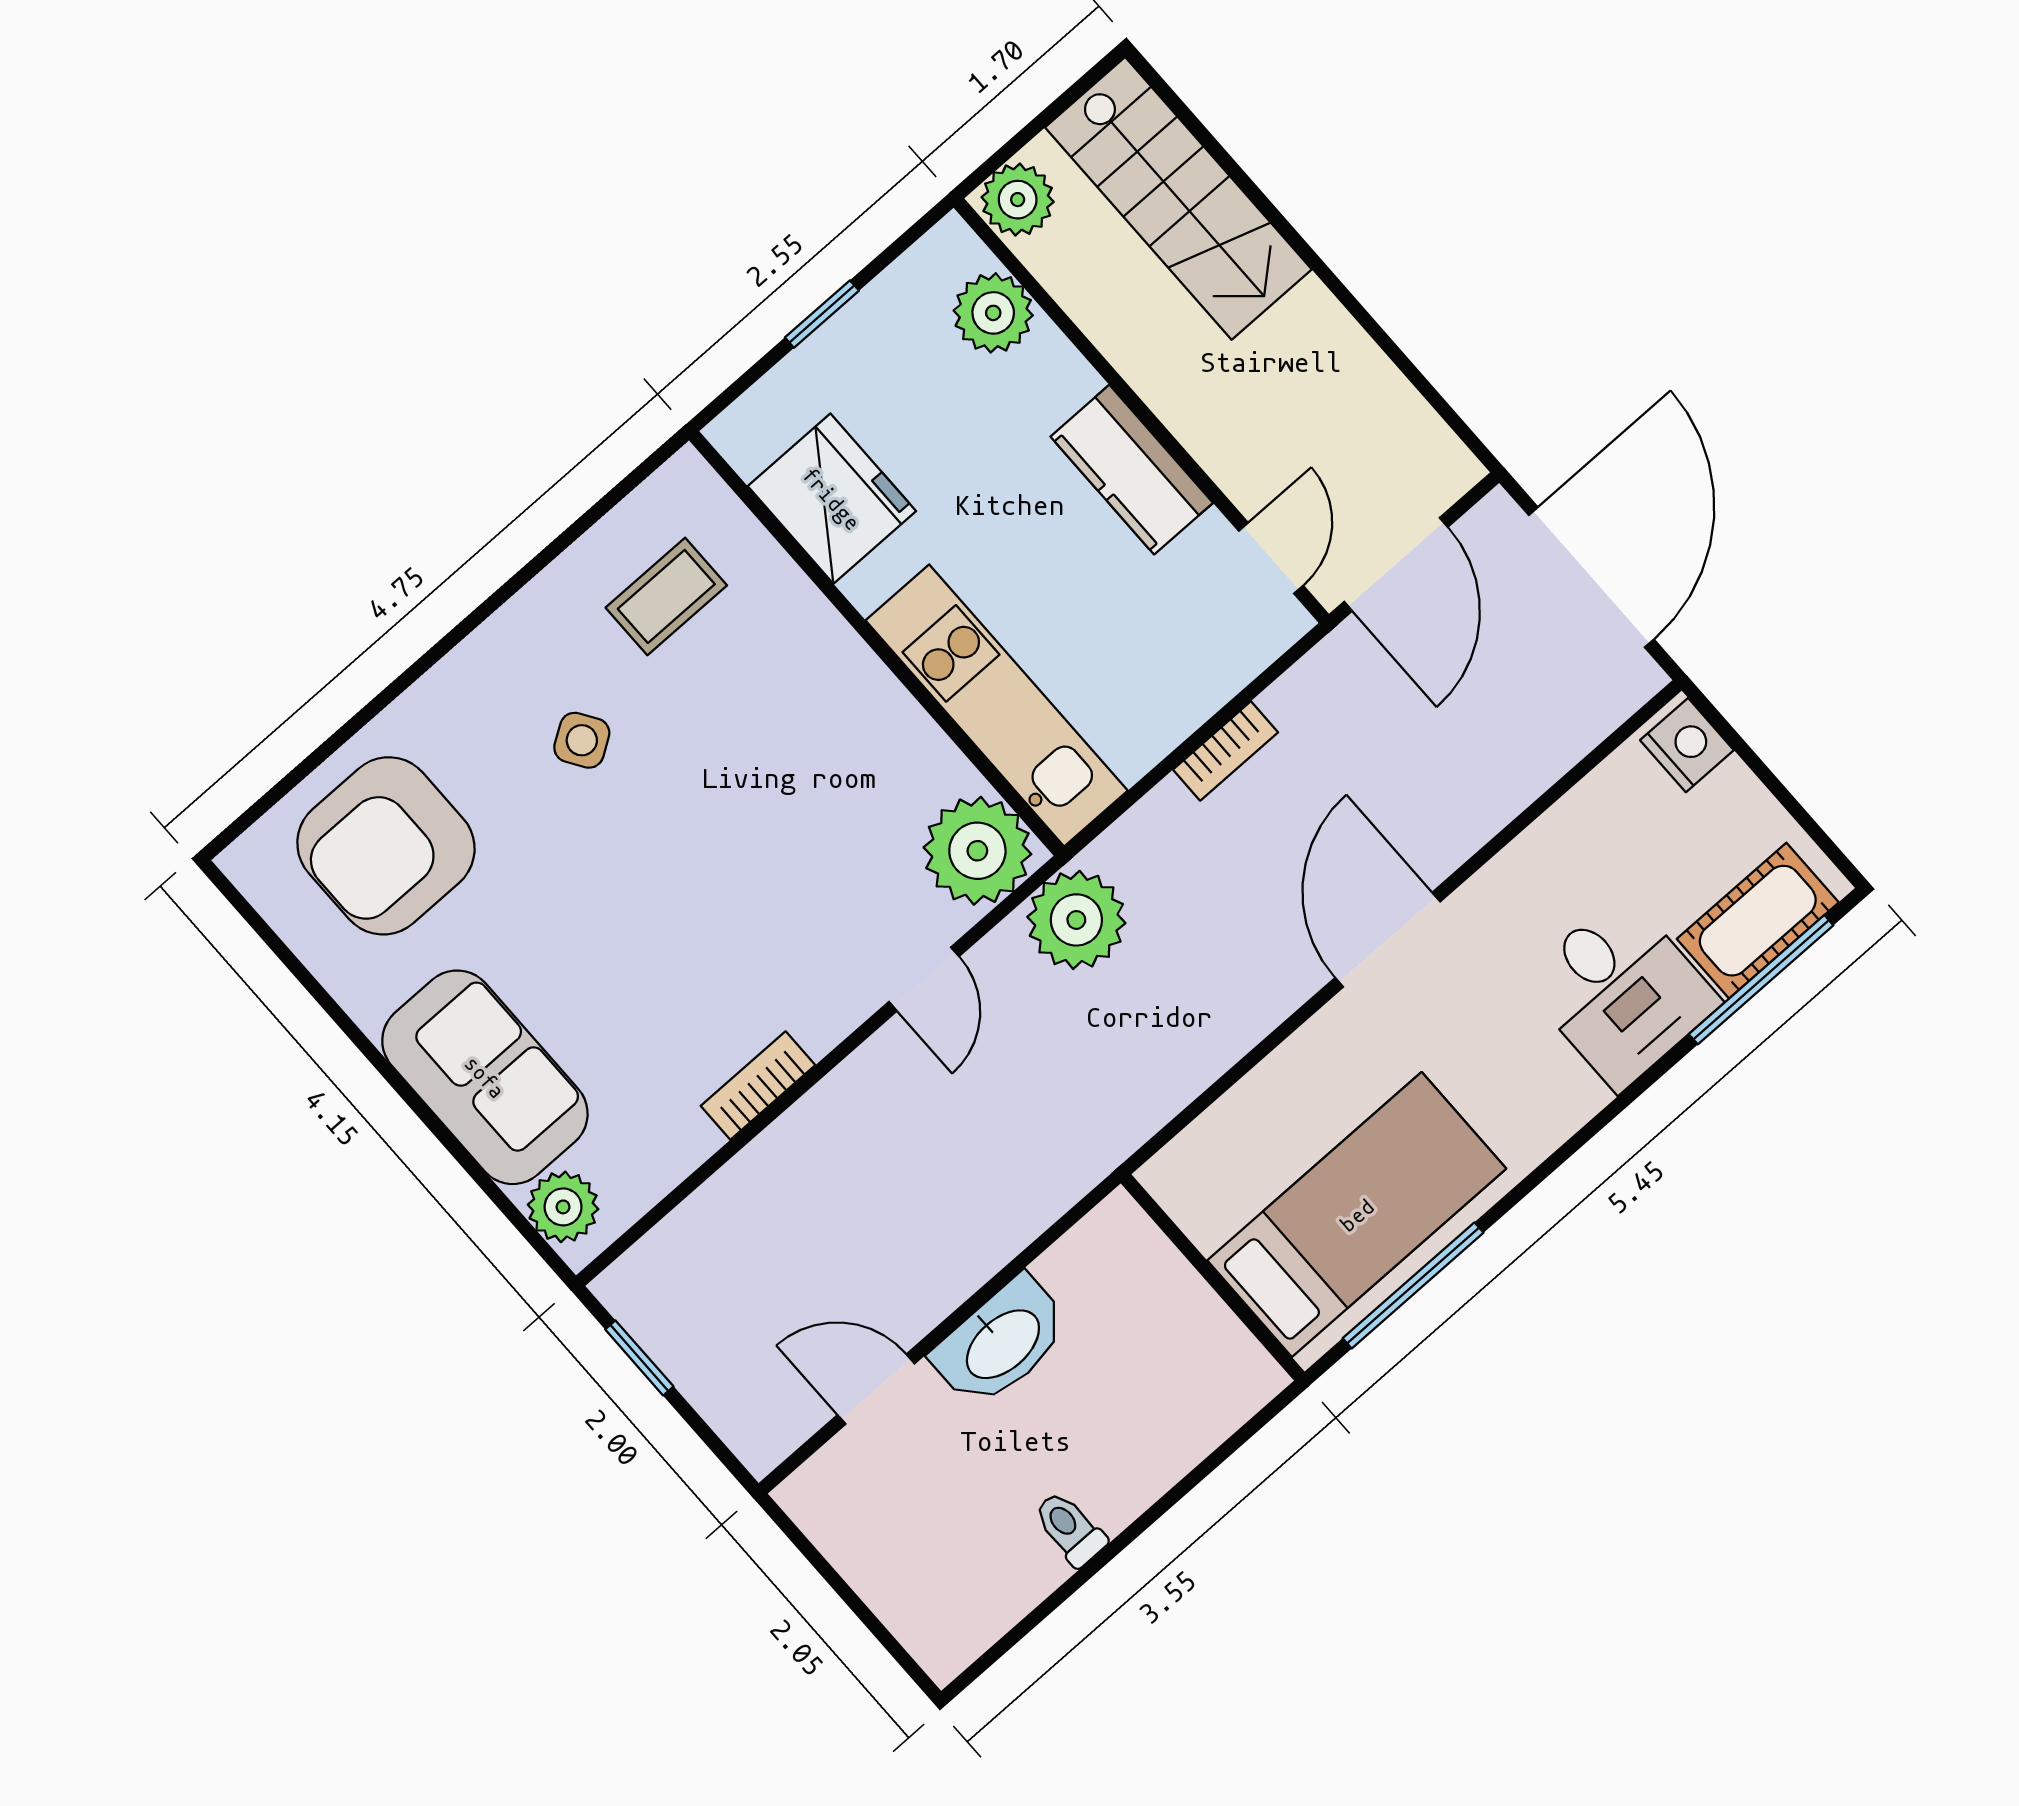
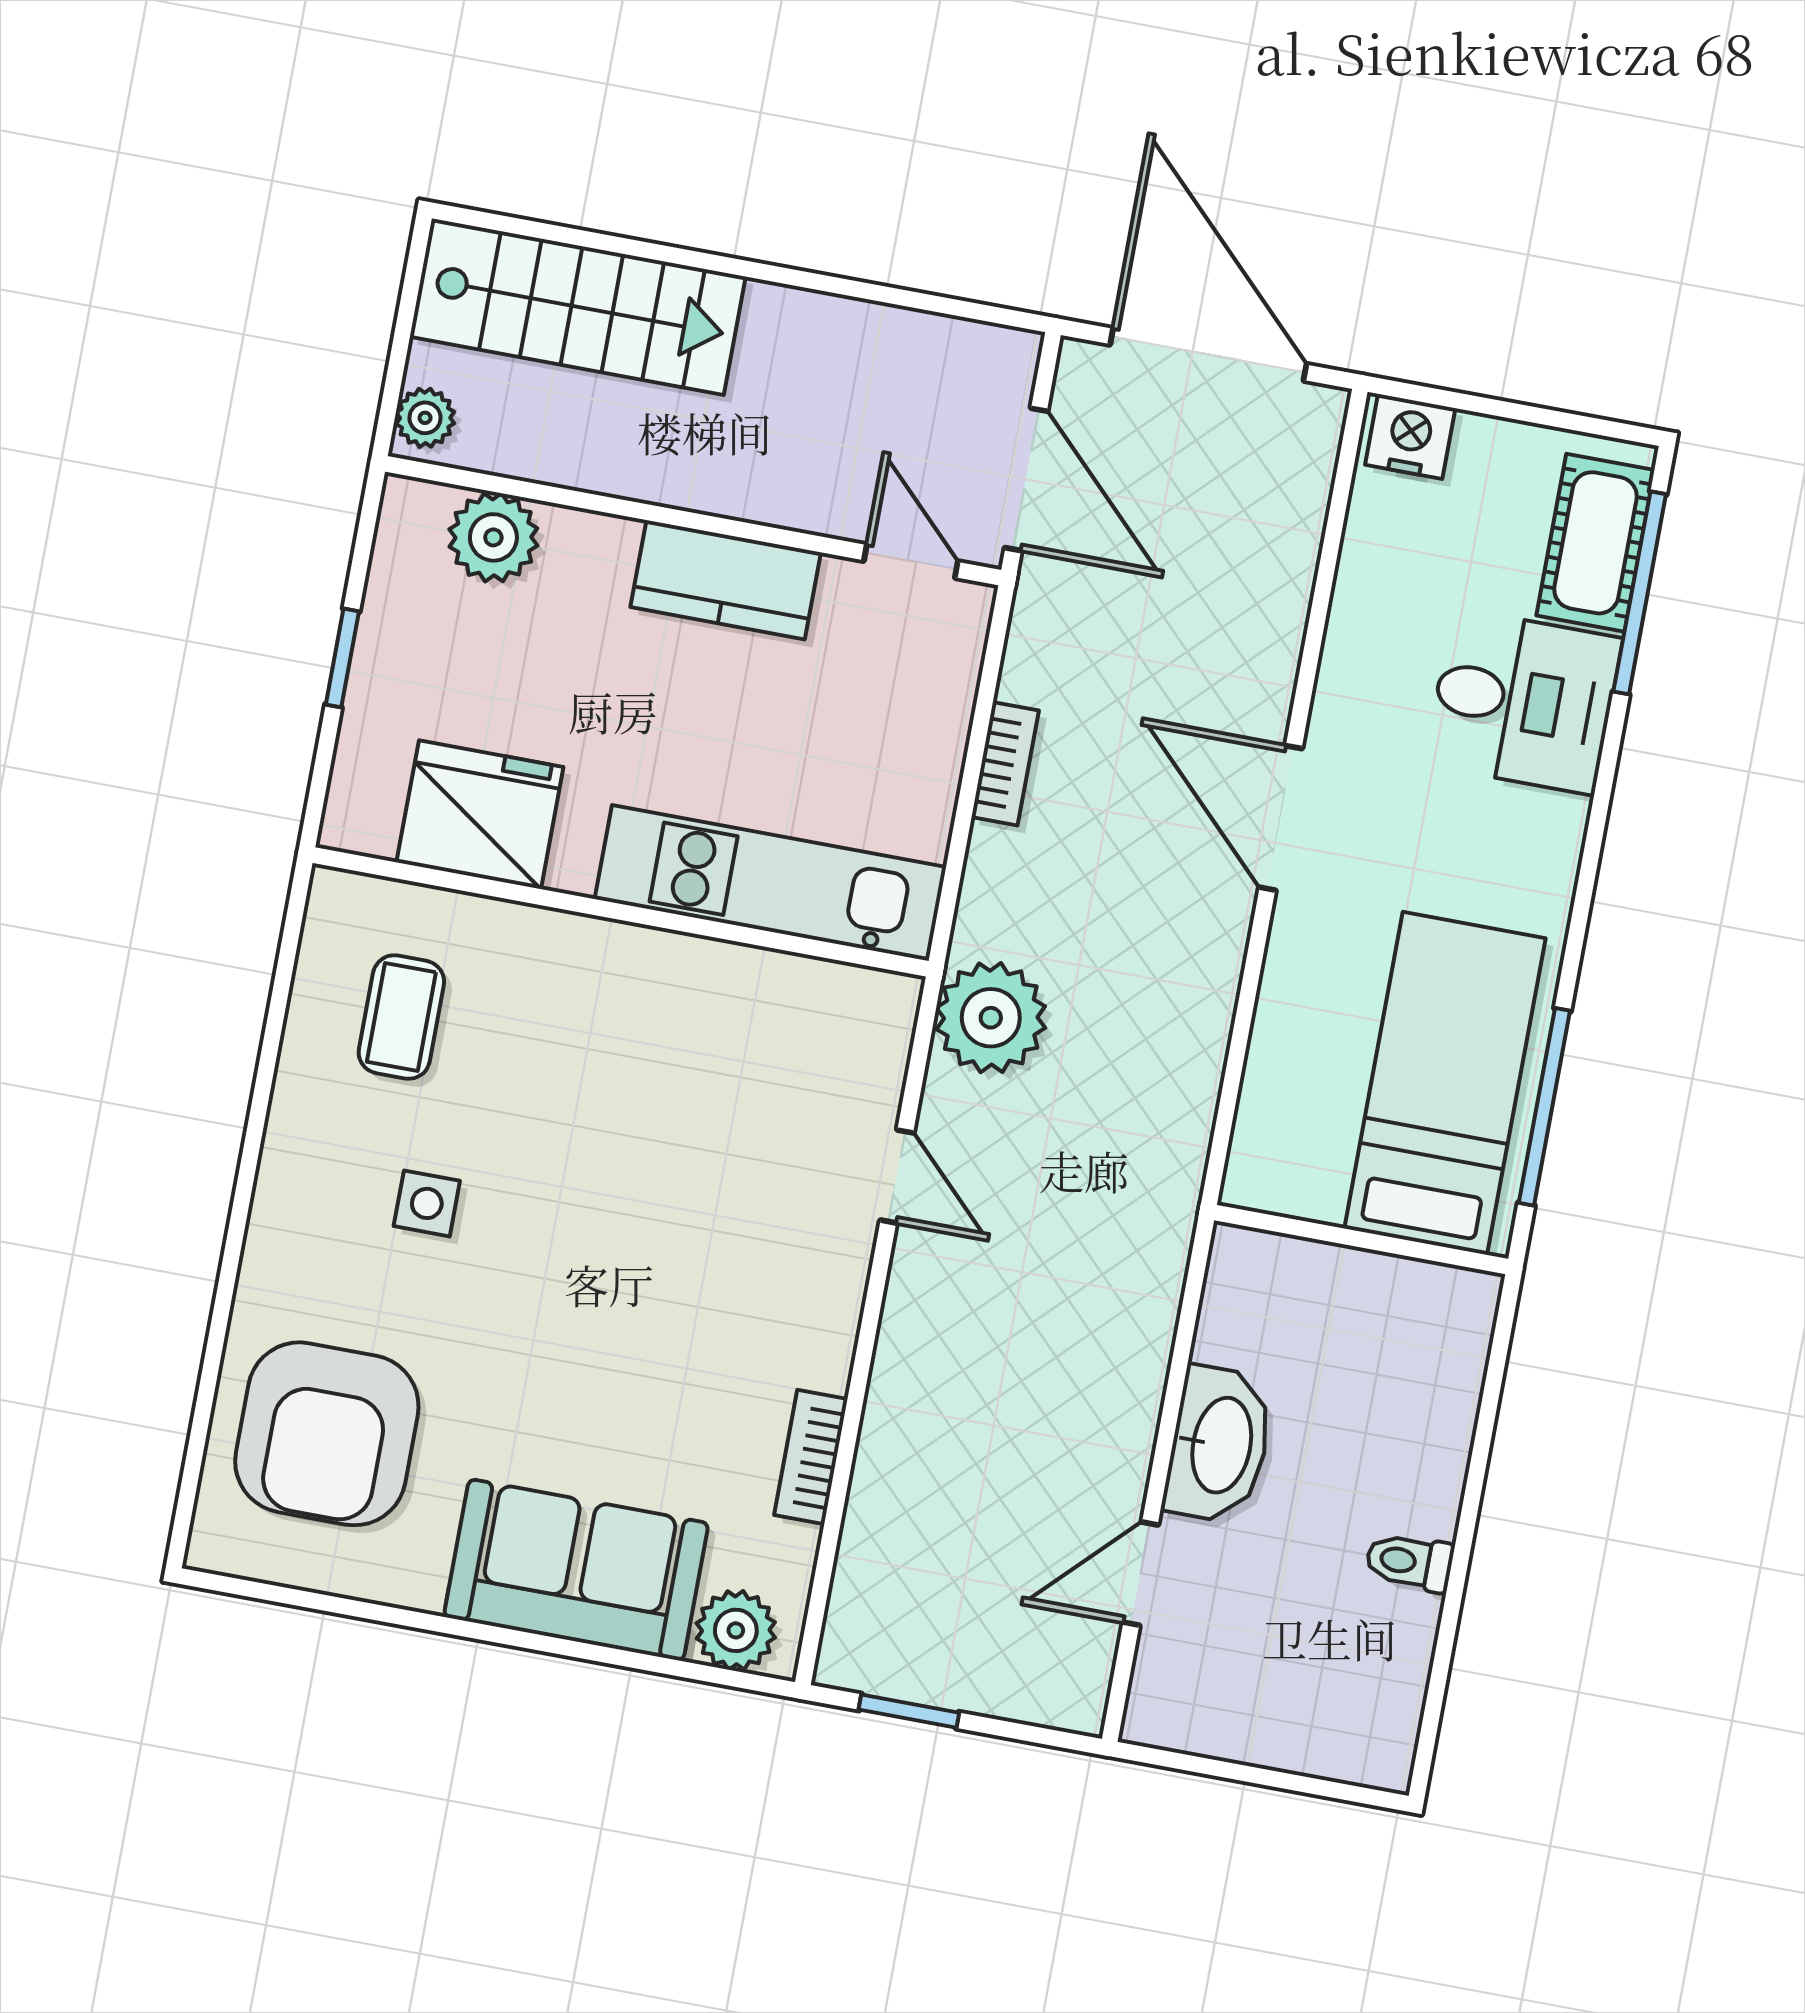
plant: (1018, 200) -> (425, 418), width x0.73, depth x0.73
side table: (582, 740) -> (427, 1203), turned 33
plant: (977, 851) -> (855, 1025), removed
bookcase: (758, 1085) -> (811, 1457), moved

